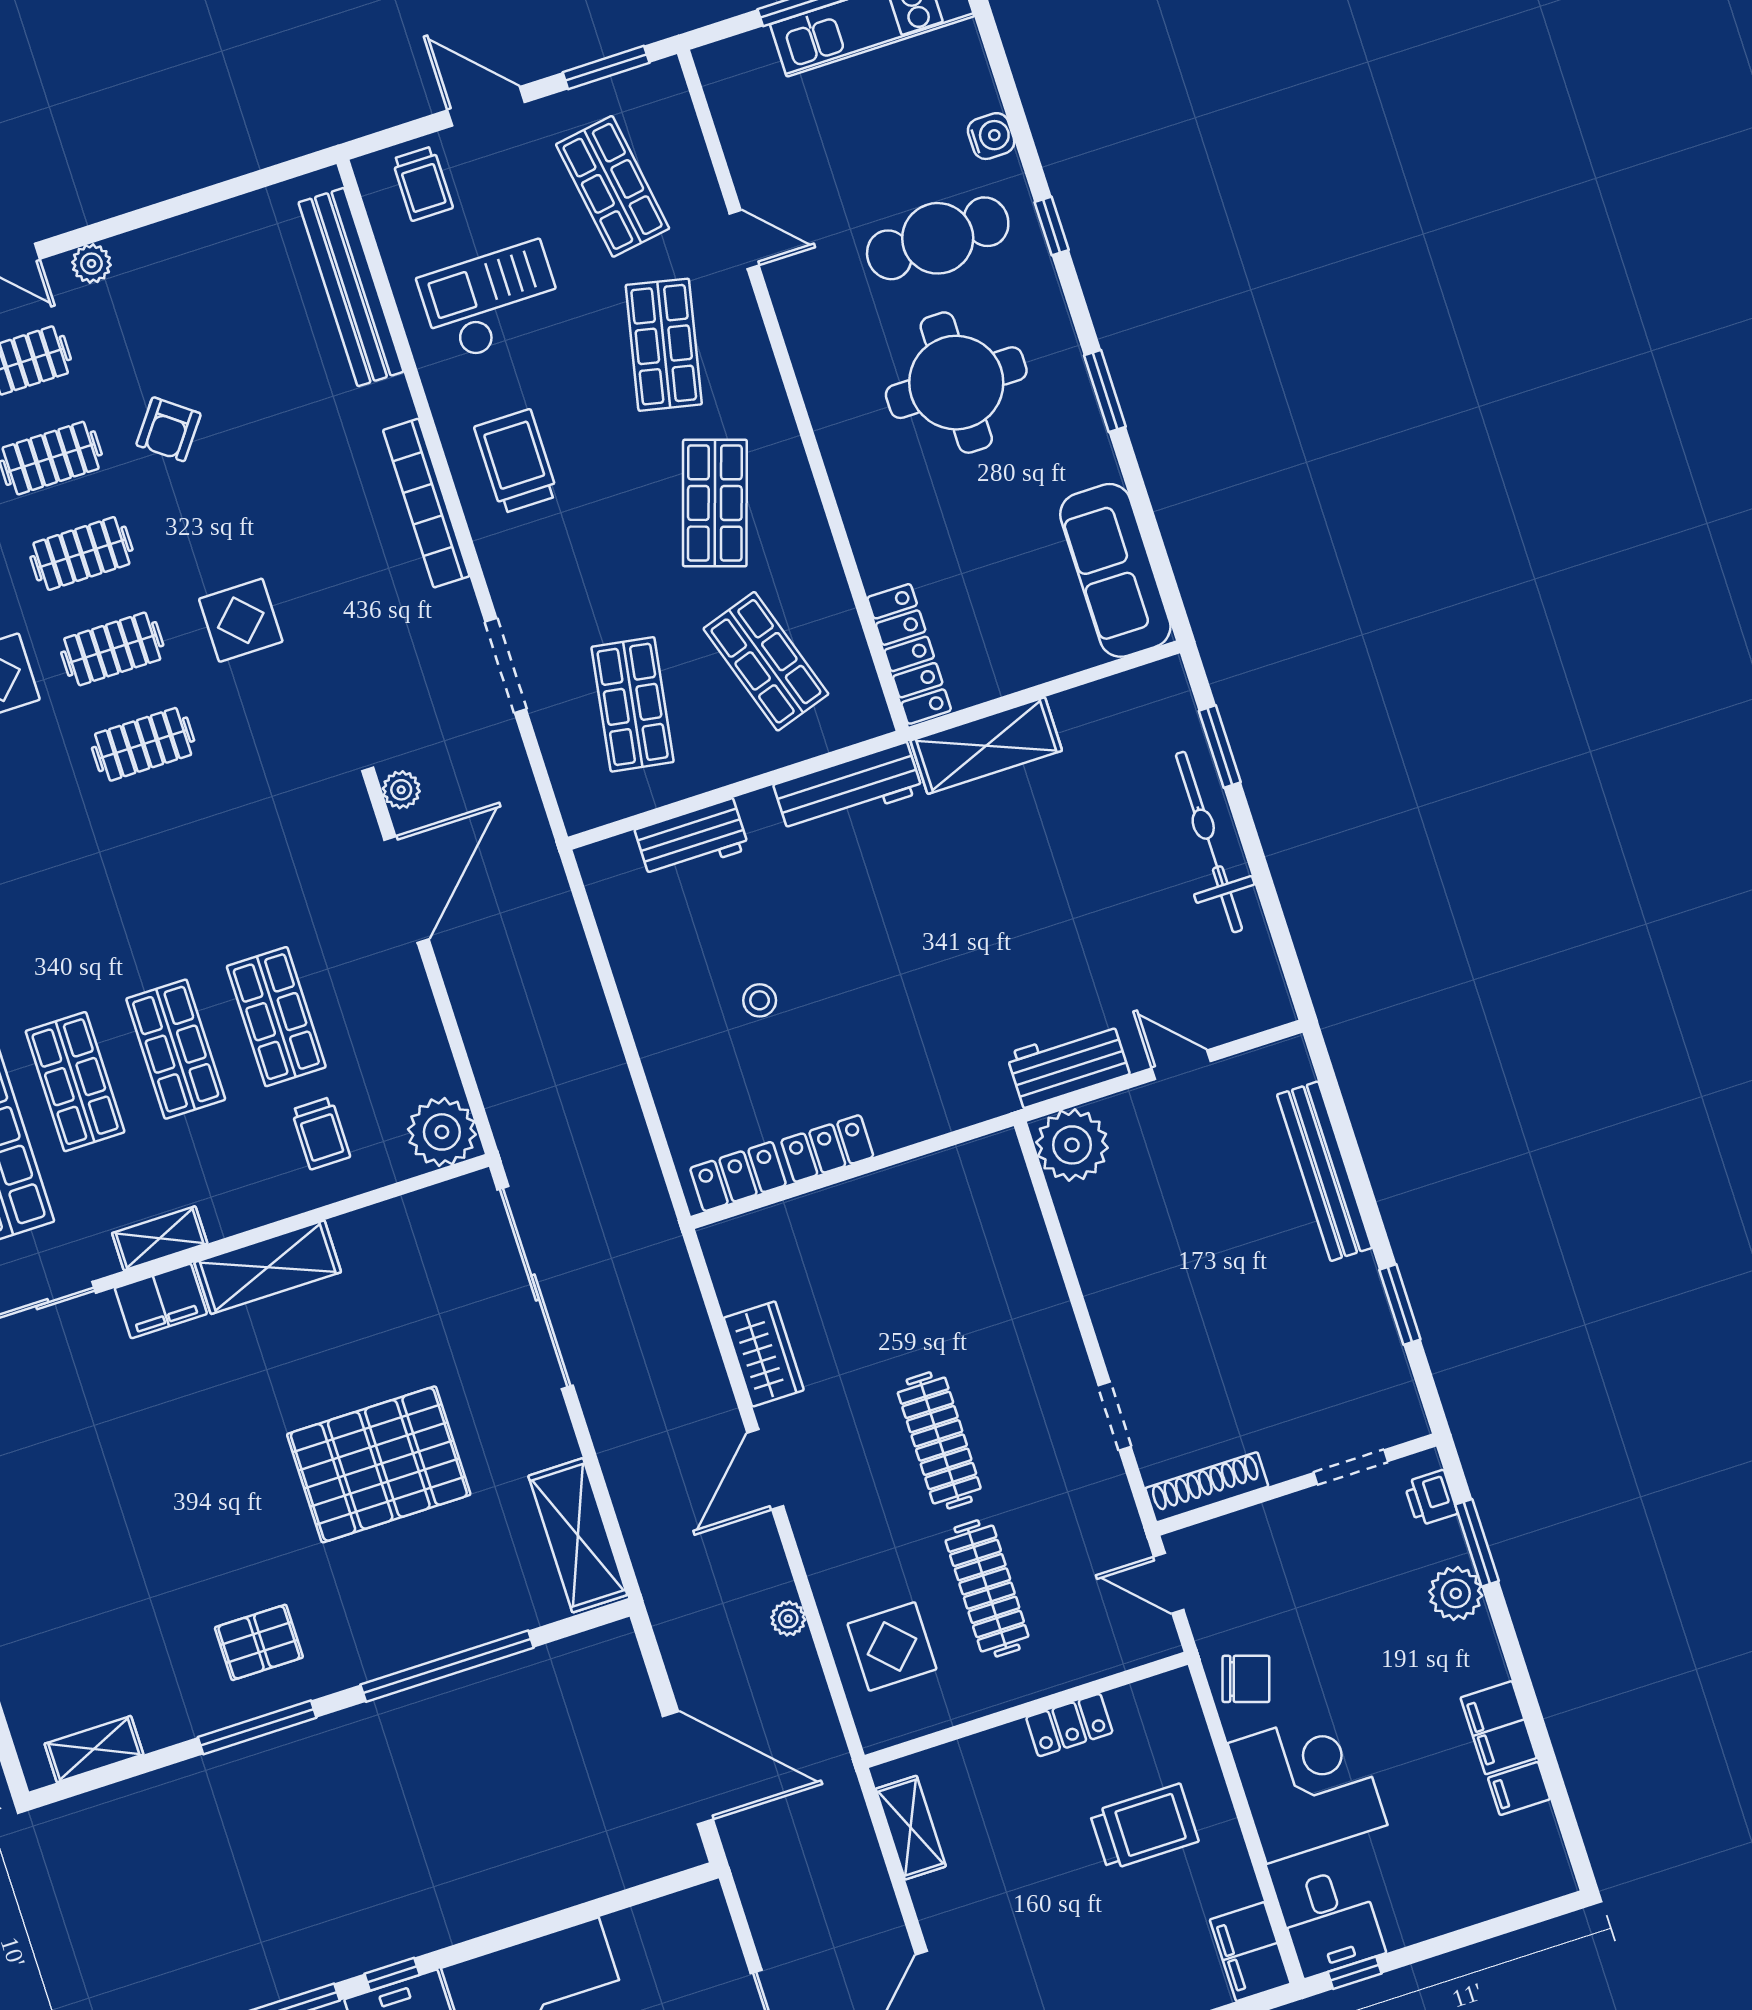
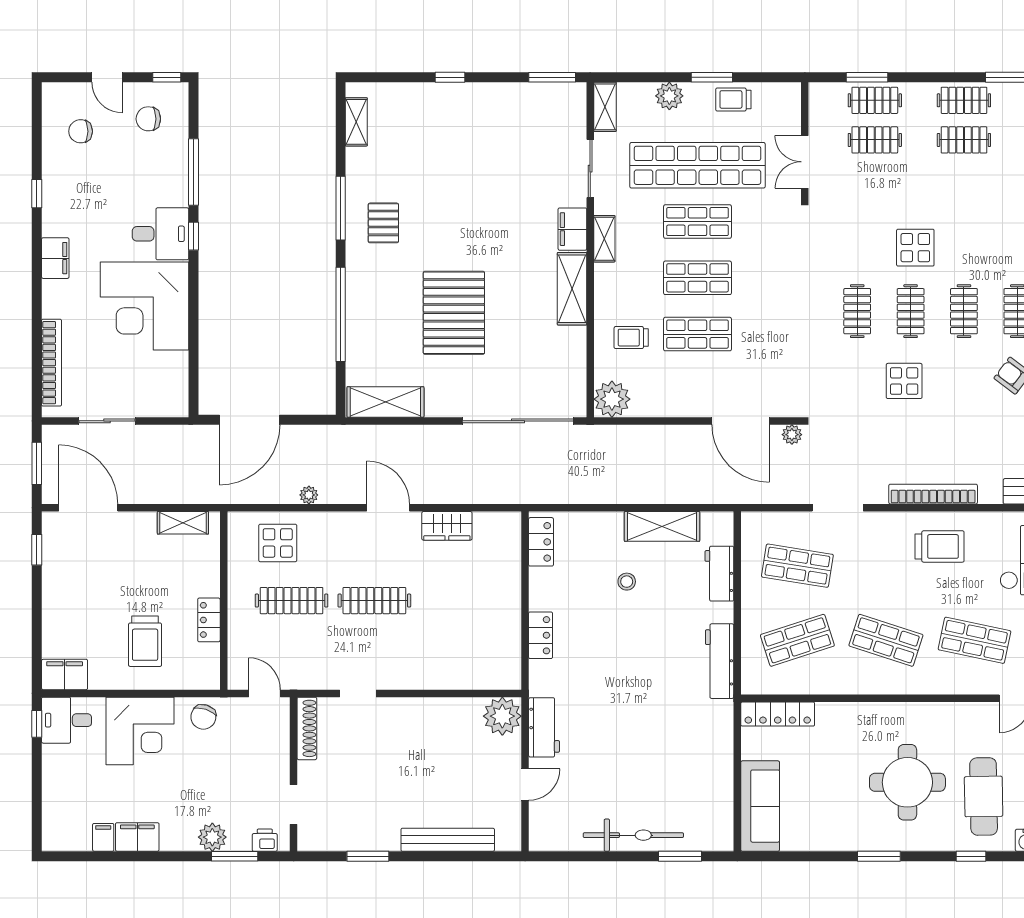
sofa: (1115, 570) -> (760, 806), moved, turned 90
shelving: (986, 746) -> (662, 526), moved, turned 90
locker: (827, 1148) -> (541, 635), moved
door: (1169, 1583) -> (264, 693), hinge flipped

